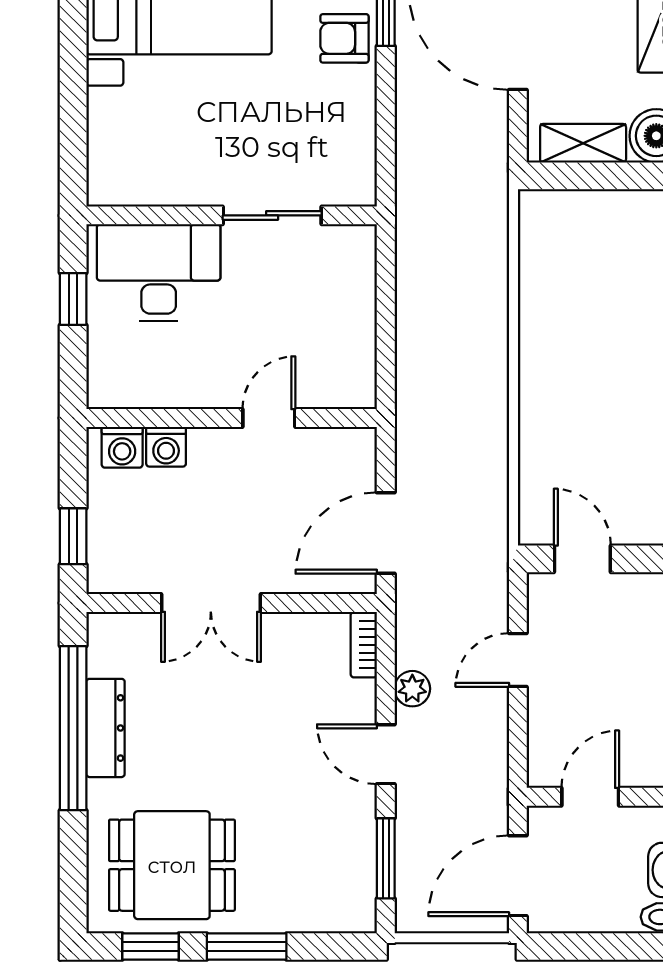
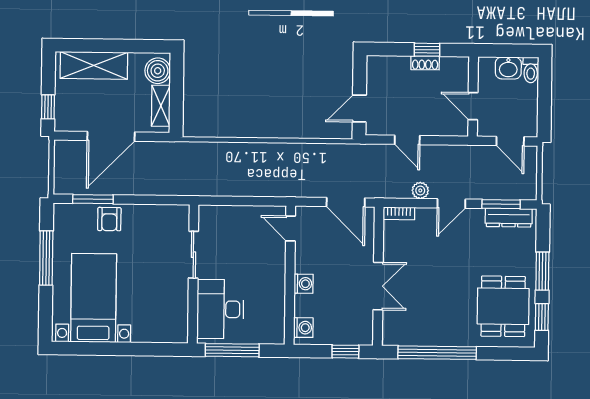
window: (73, 299) -> (232, 350), width x2.17
door: (269, 418) -> (291, 228), moved
washing machine: (166, 447) -> (304, 284), moved
dresser: (105, 728) -> (509, 218), moved, turned 180
door: (518, 876) -> (510, 141), width x0.73

